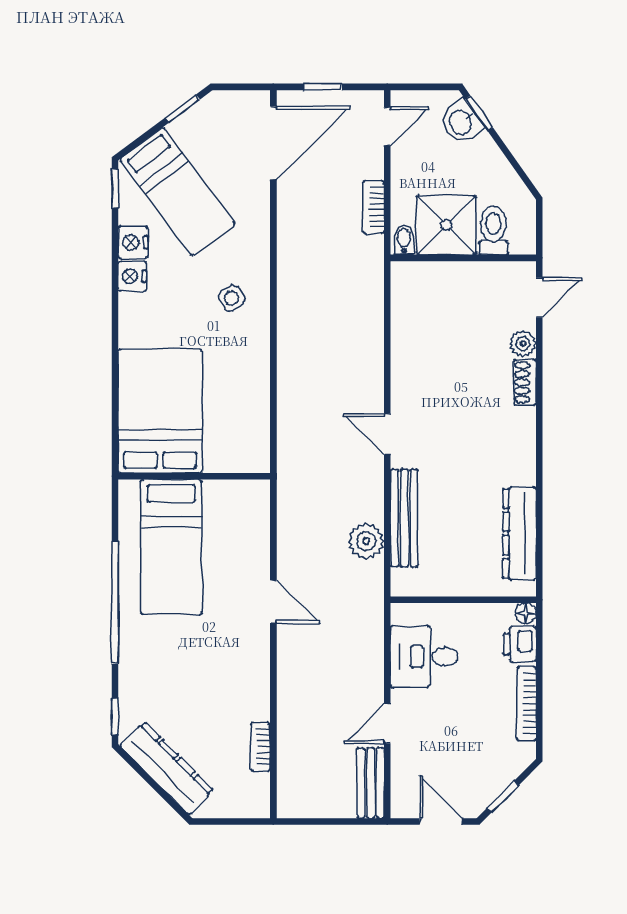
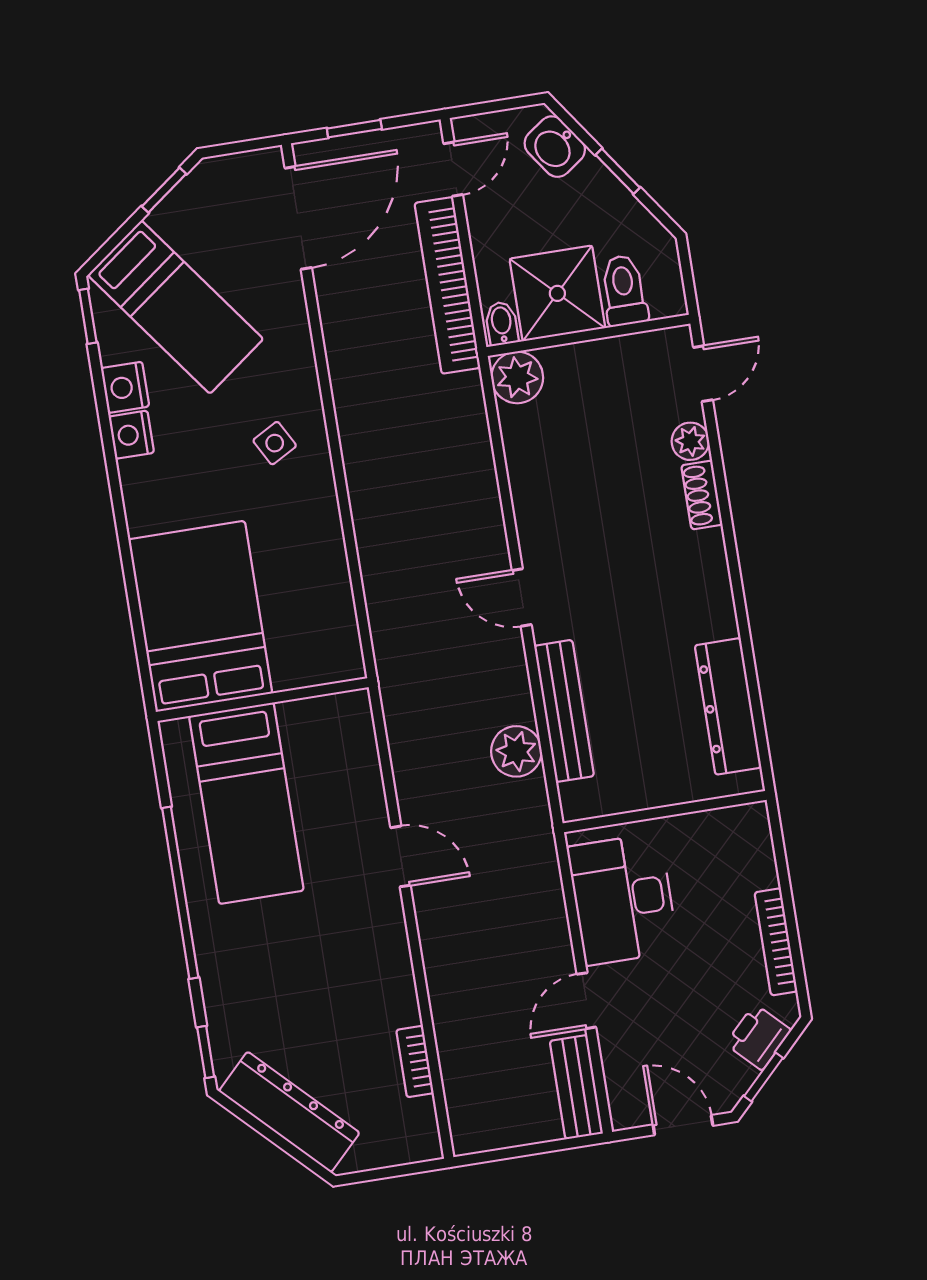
window: (479, 113) -> (618, 171), moved
bookcase: (374, 207) -> (447, 285), width x2.31, depth x1.31
plant: (409, 279) -> (517, 377), added
floor lamp: (526, 613) -> (755, 816), removed
printer: (520, 644) -> (758, 1037), moved, turned 45
desk: (424, 656) -> (623, 899), width x1.37

